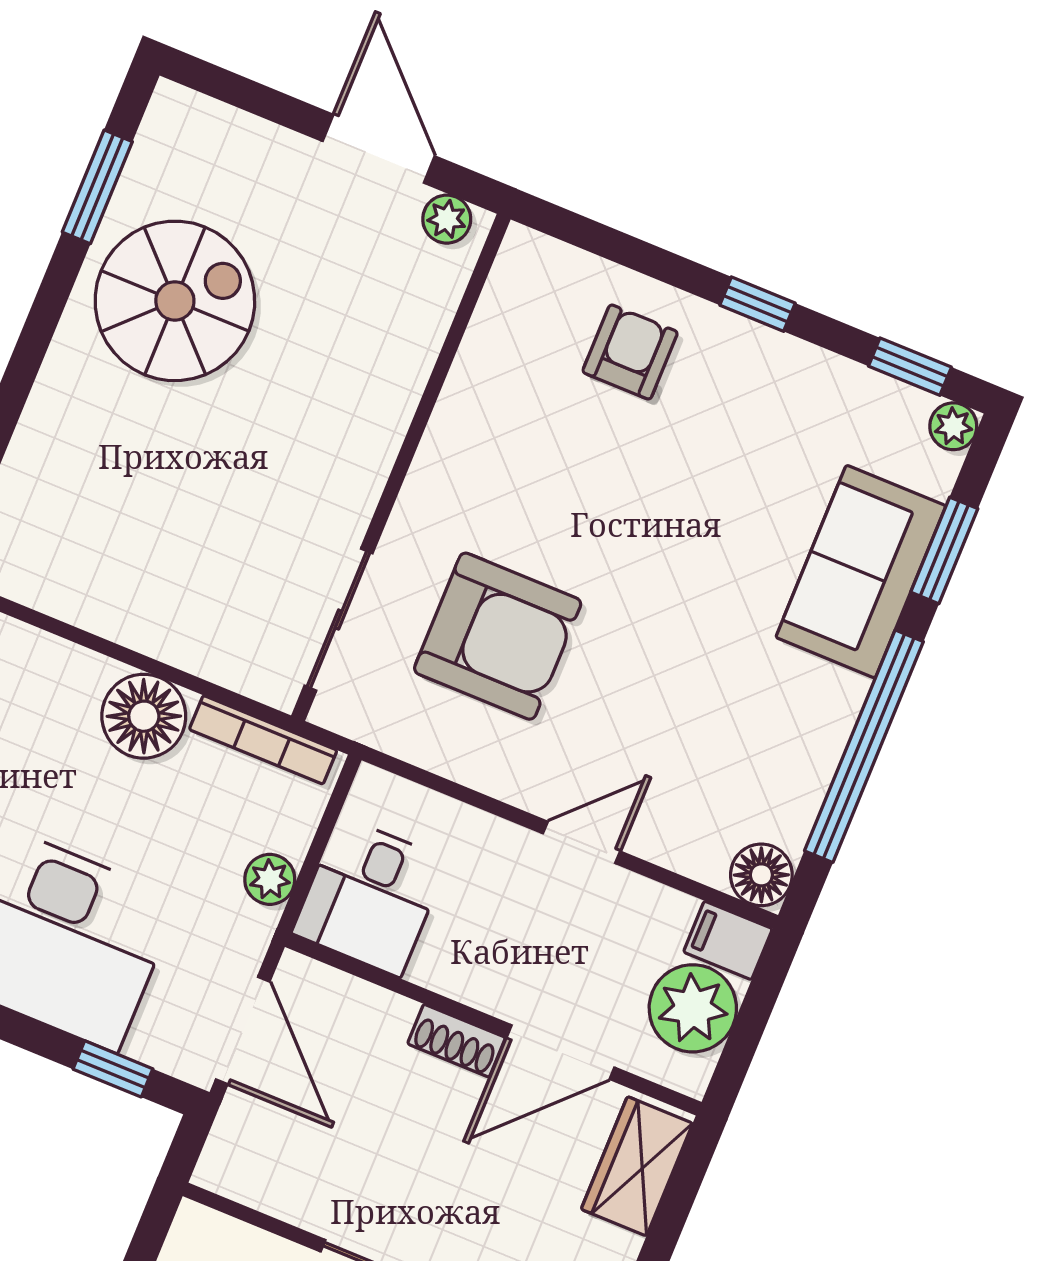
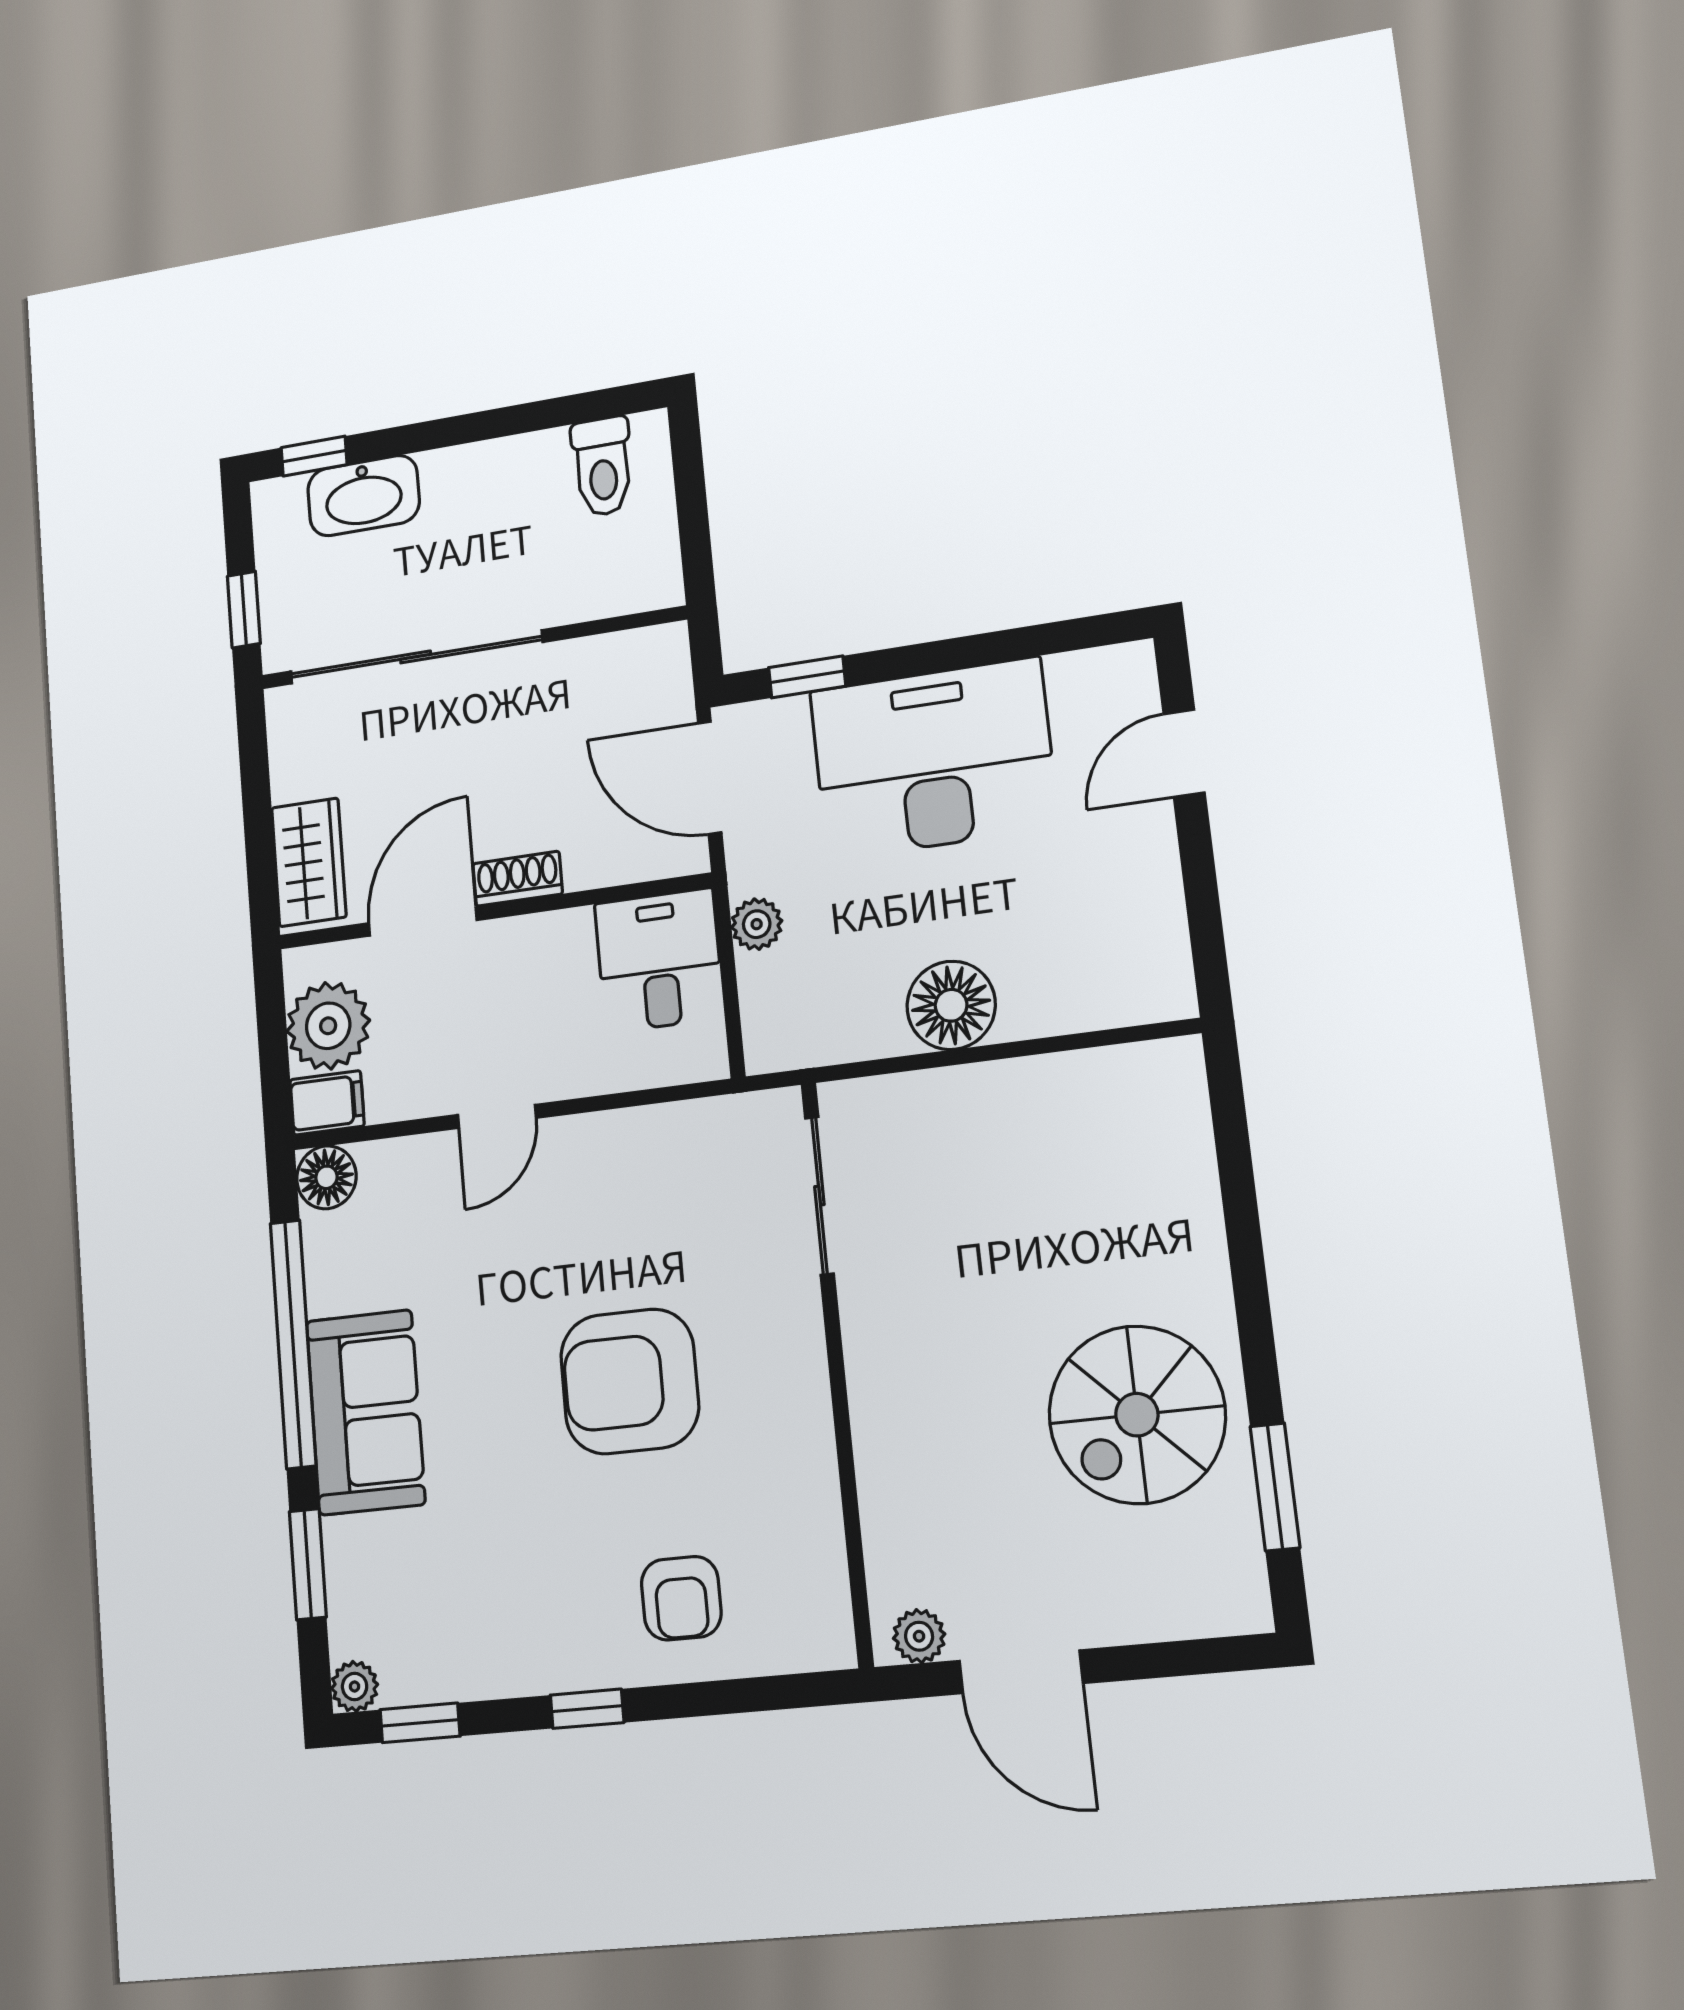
sofa: (861, 572) -> (365, 1412), moved
armchair: (498, 636) -> (630, 1381), moved
bookcase: (263, 740) -> (830, 1046), removed

